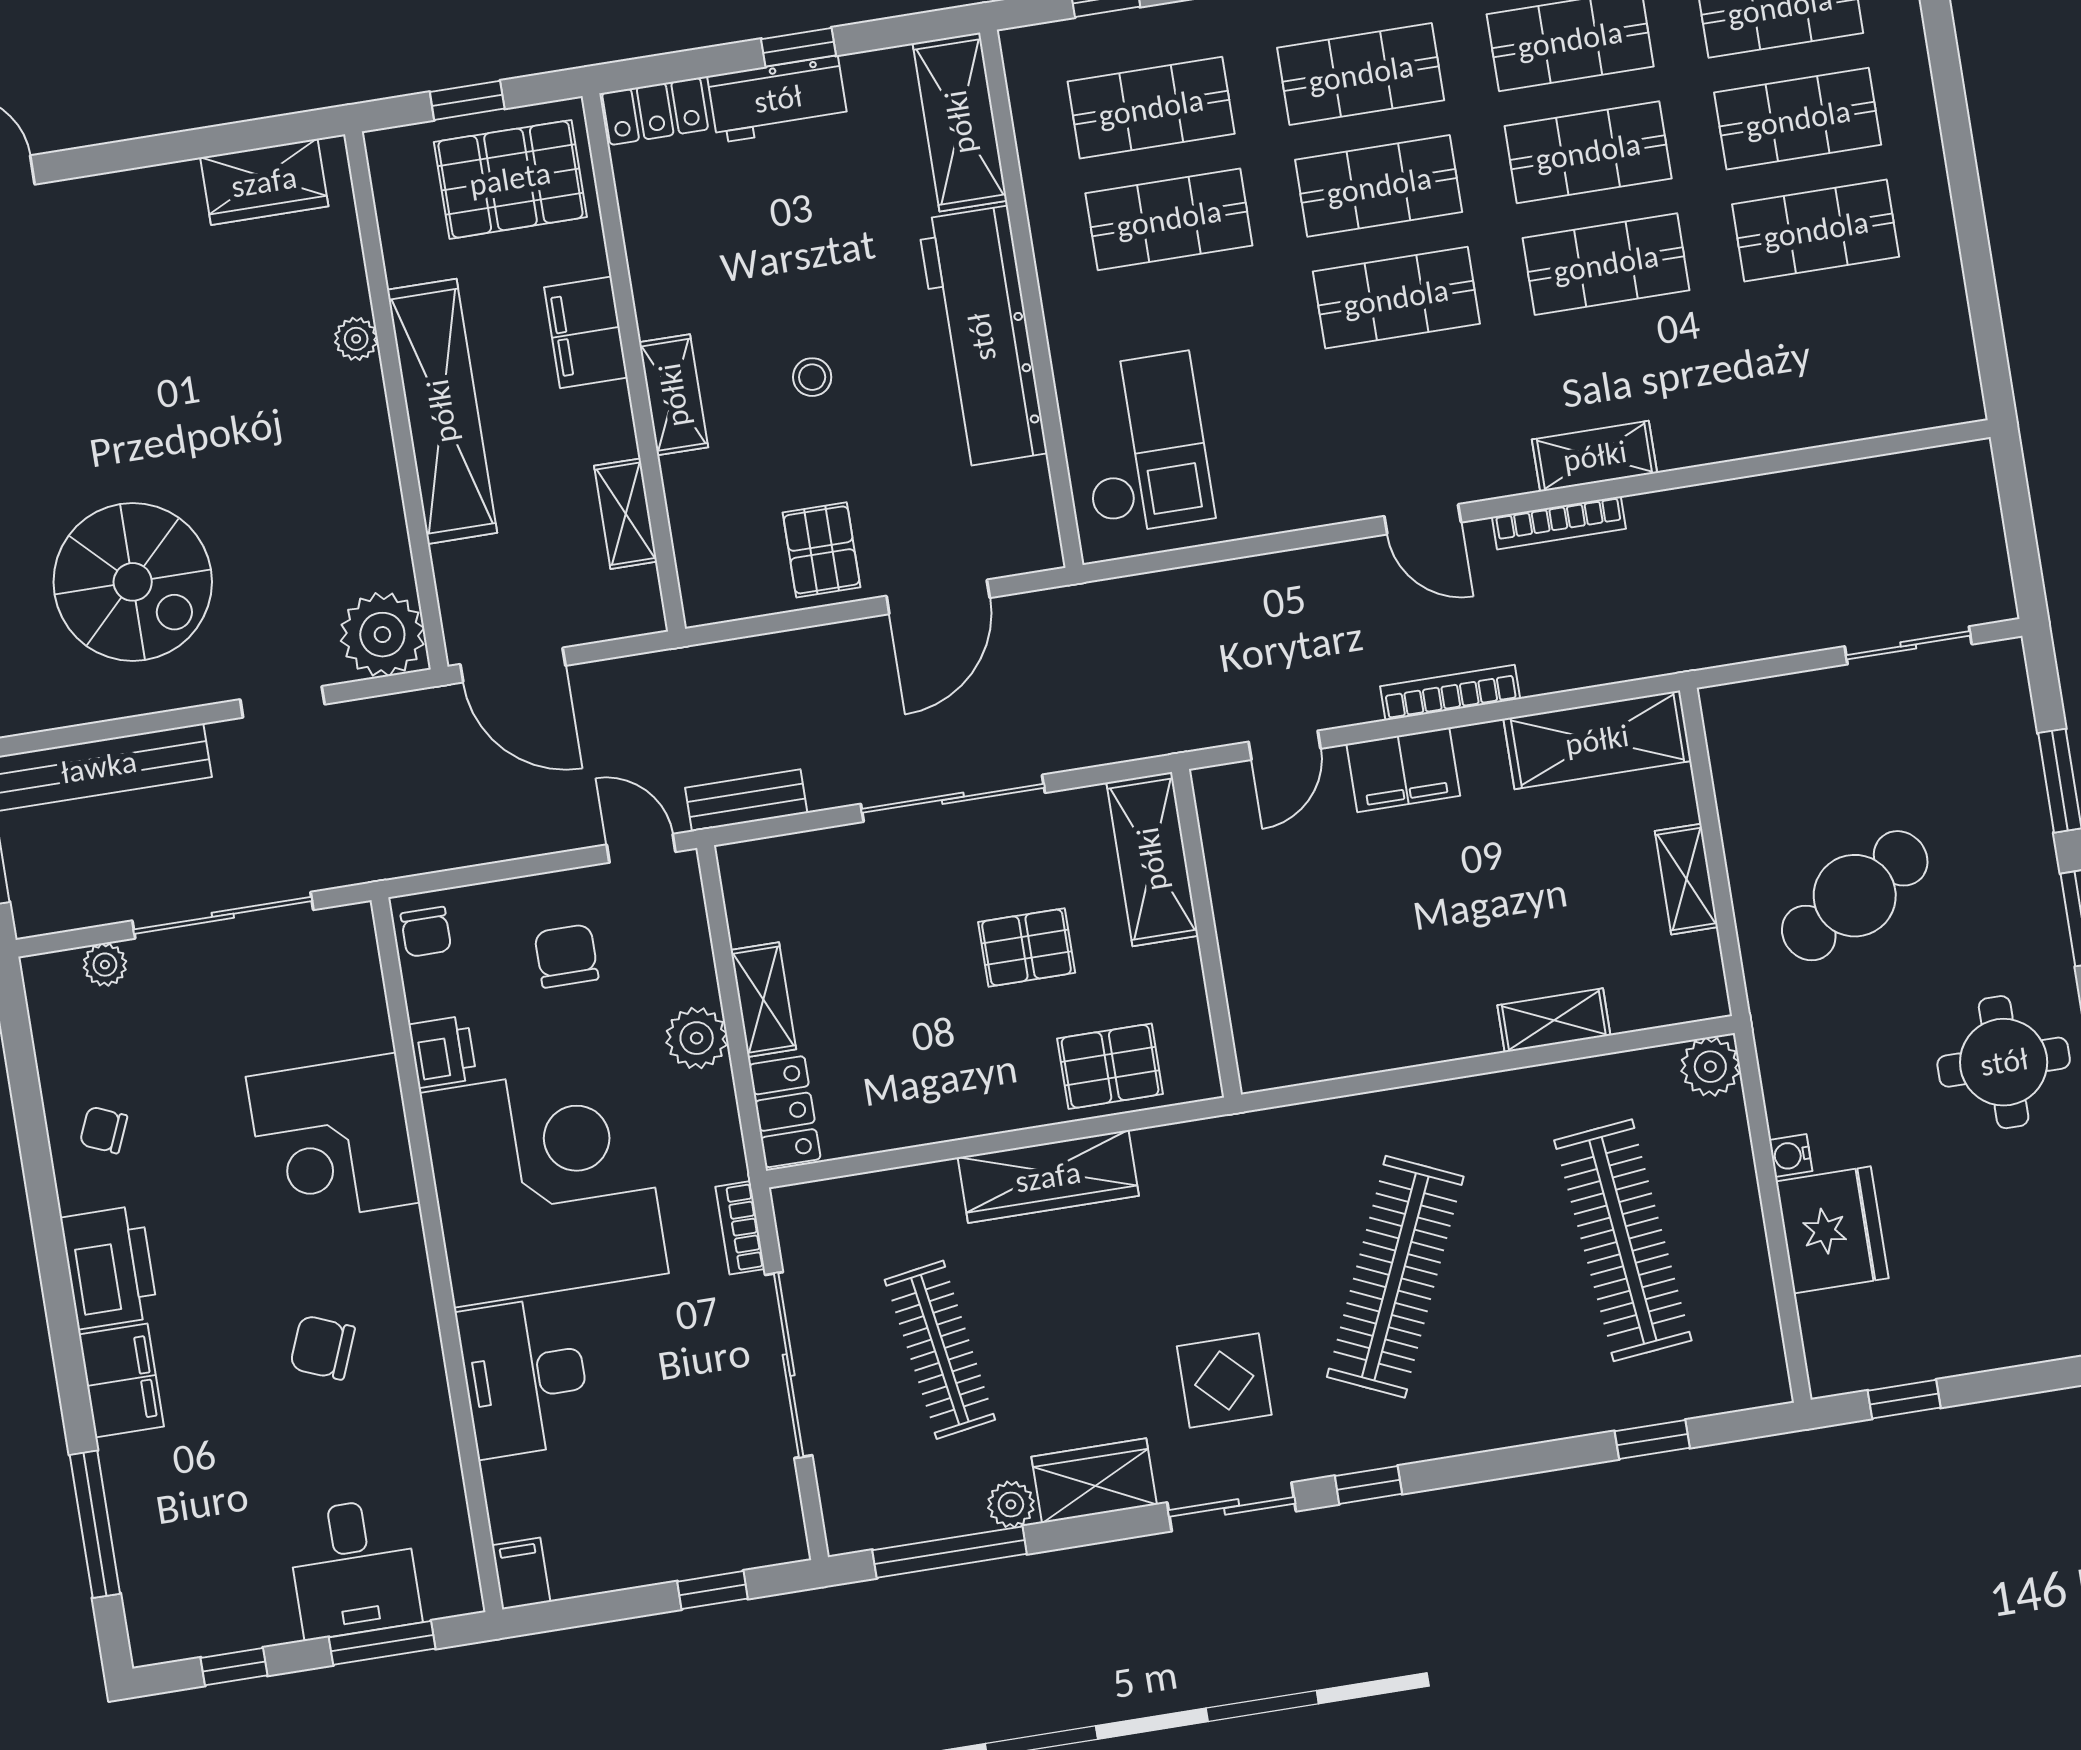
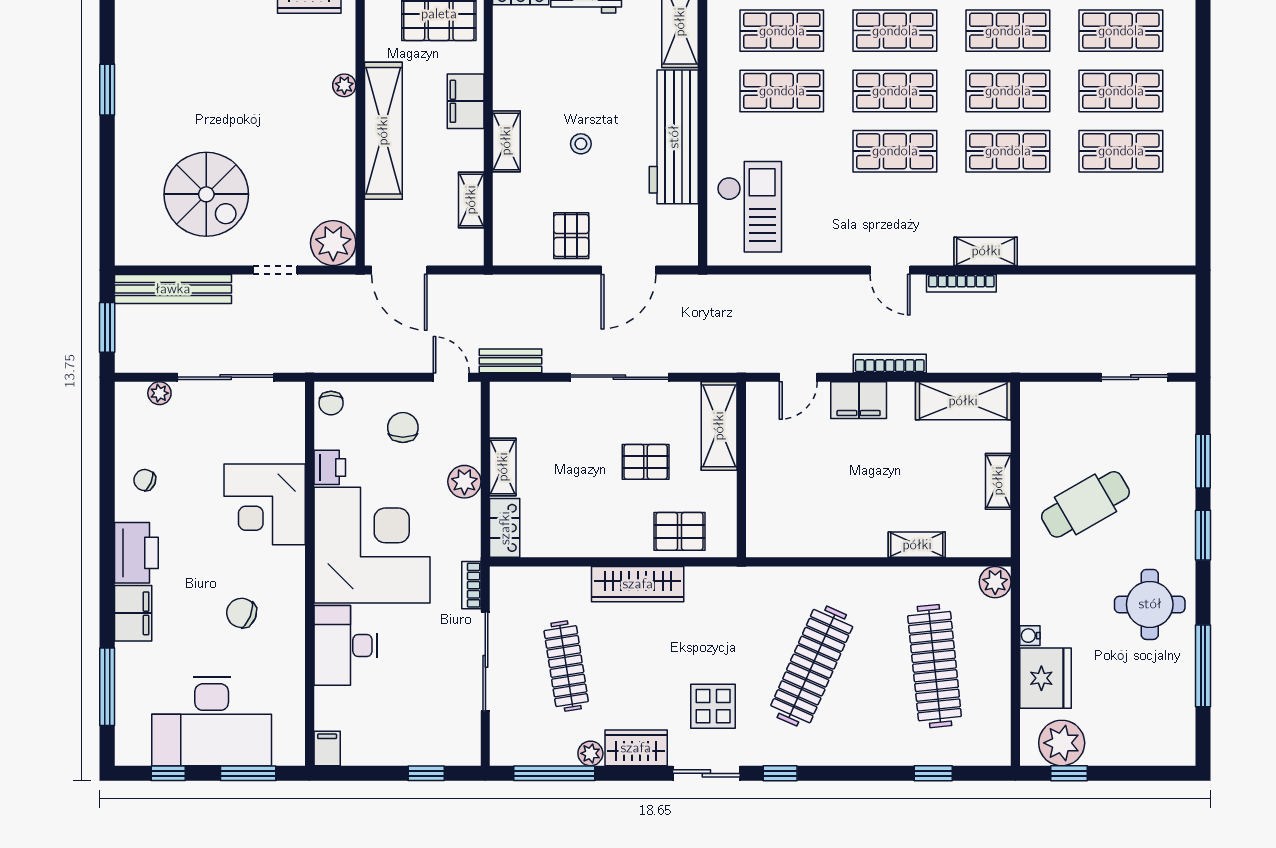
plant: (1881, 1345) -> (1062, 743), added
desk: (354, 1568) -> (212, 721), width x1.87, depth x1.30

